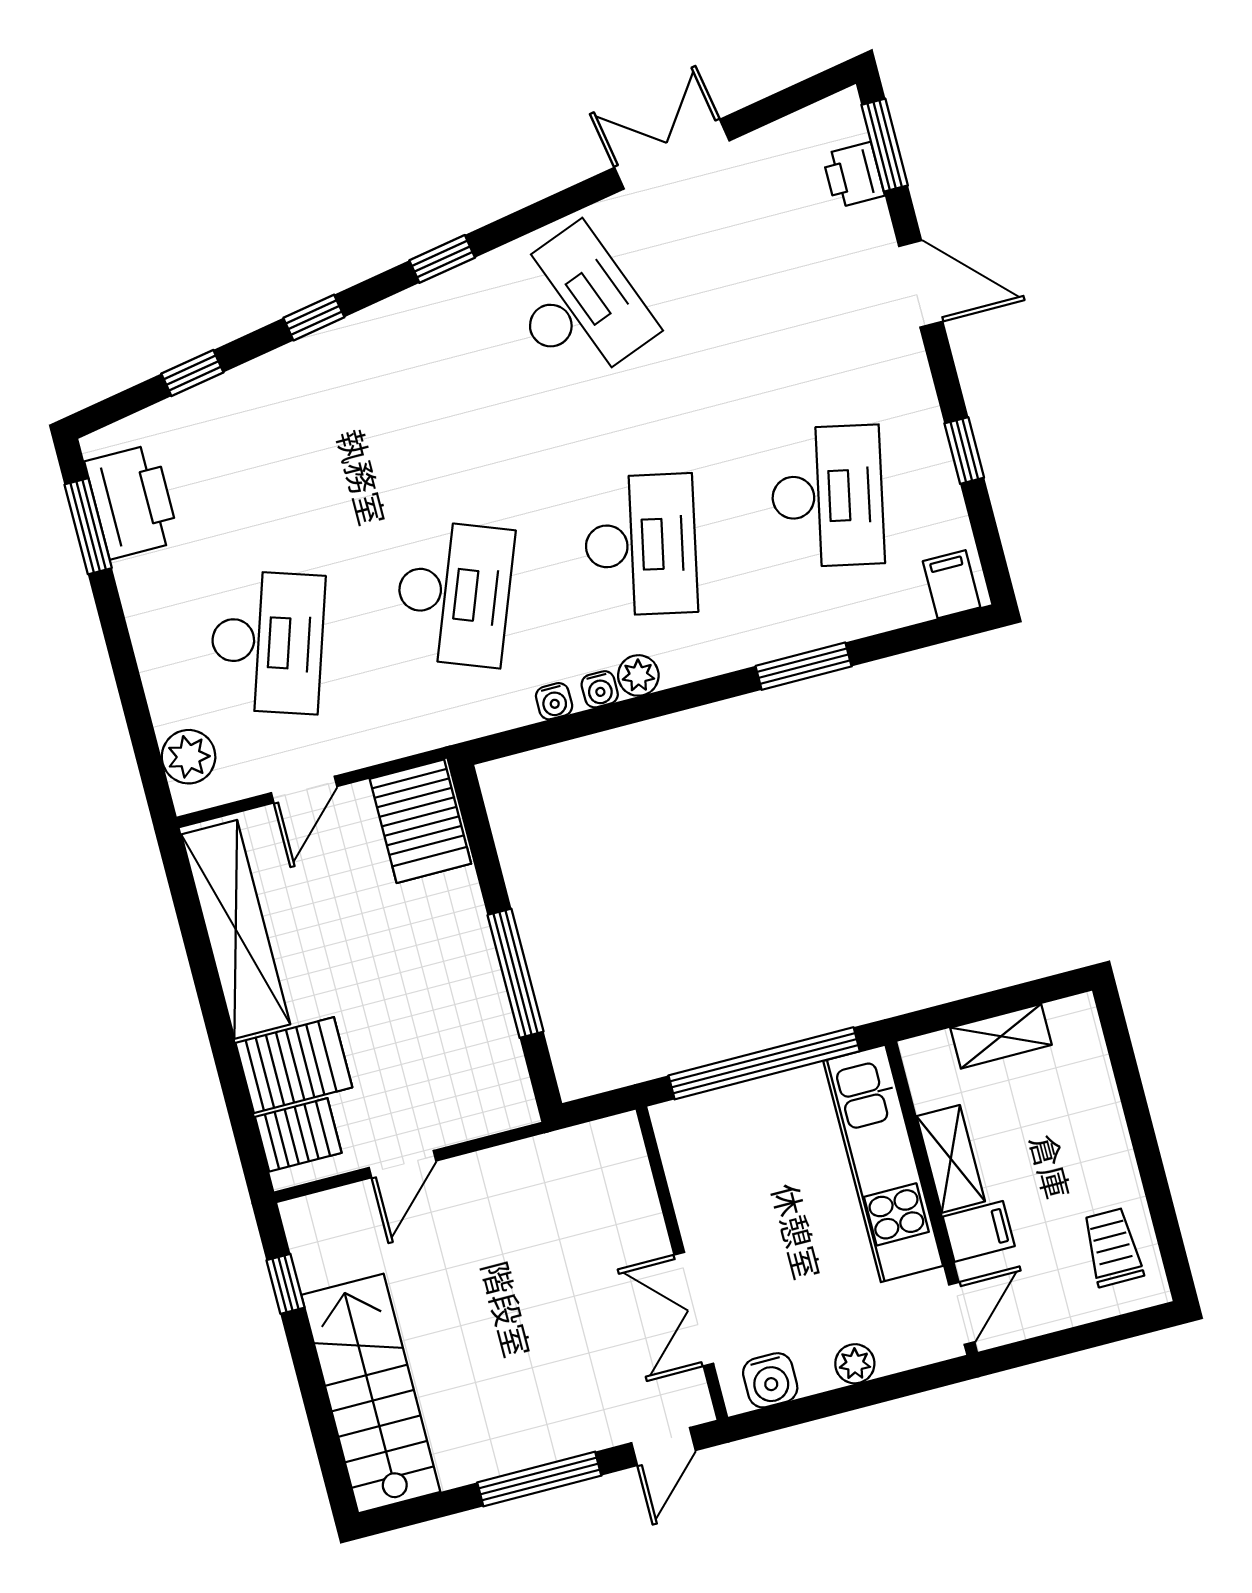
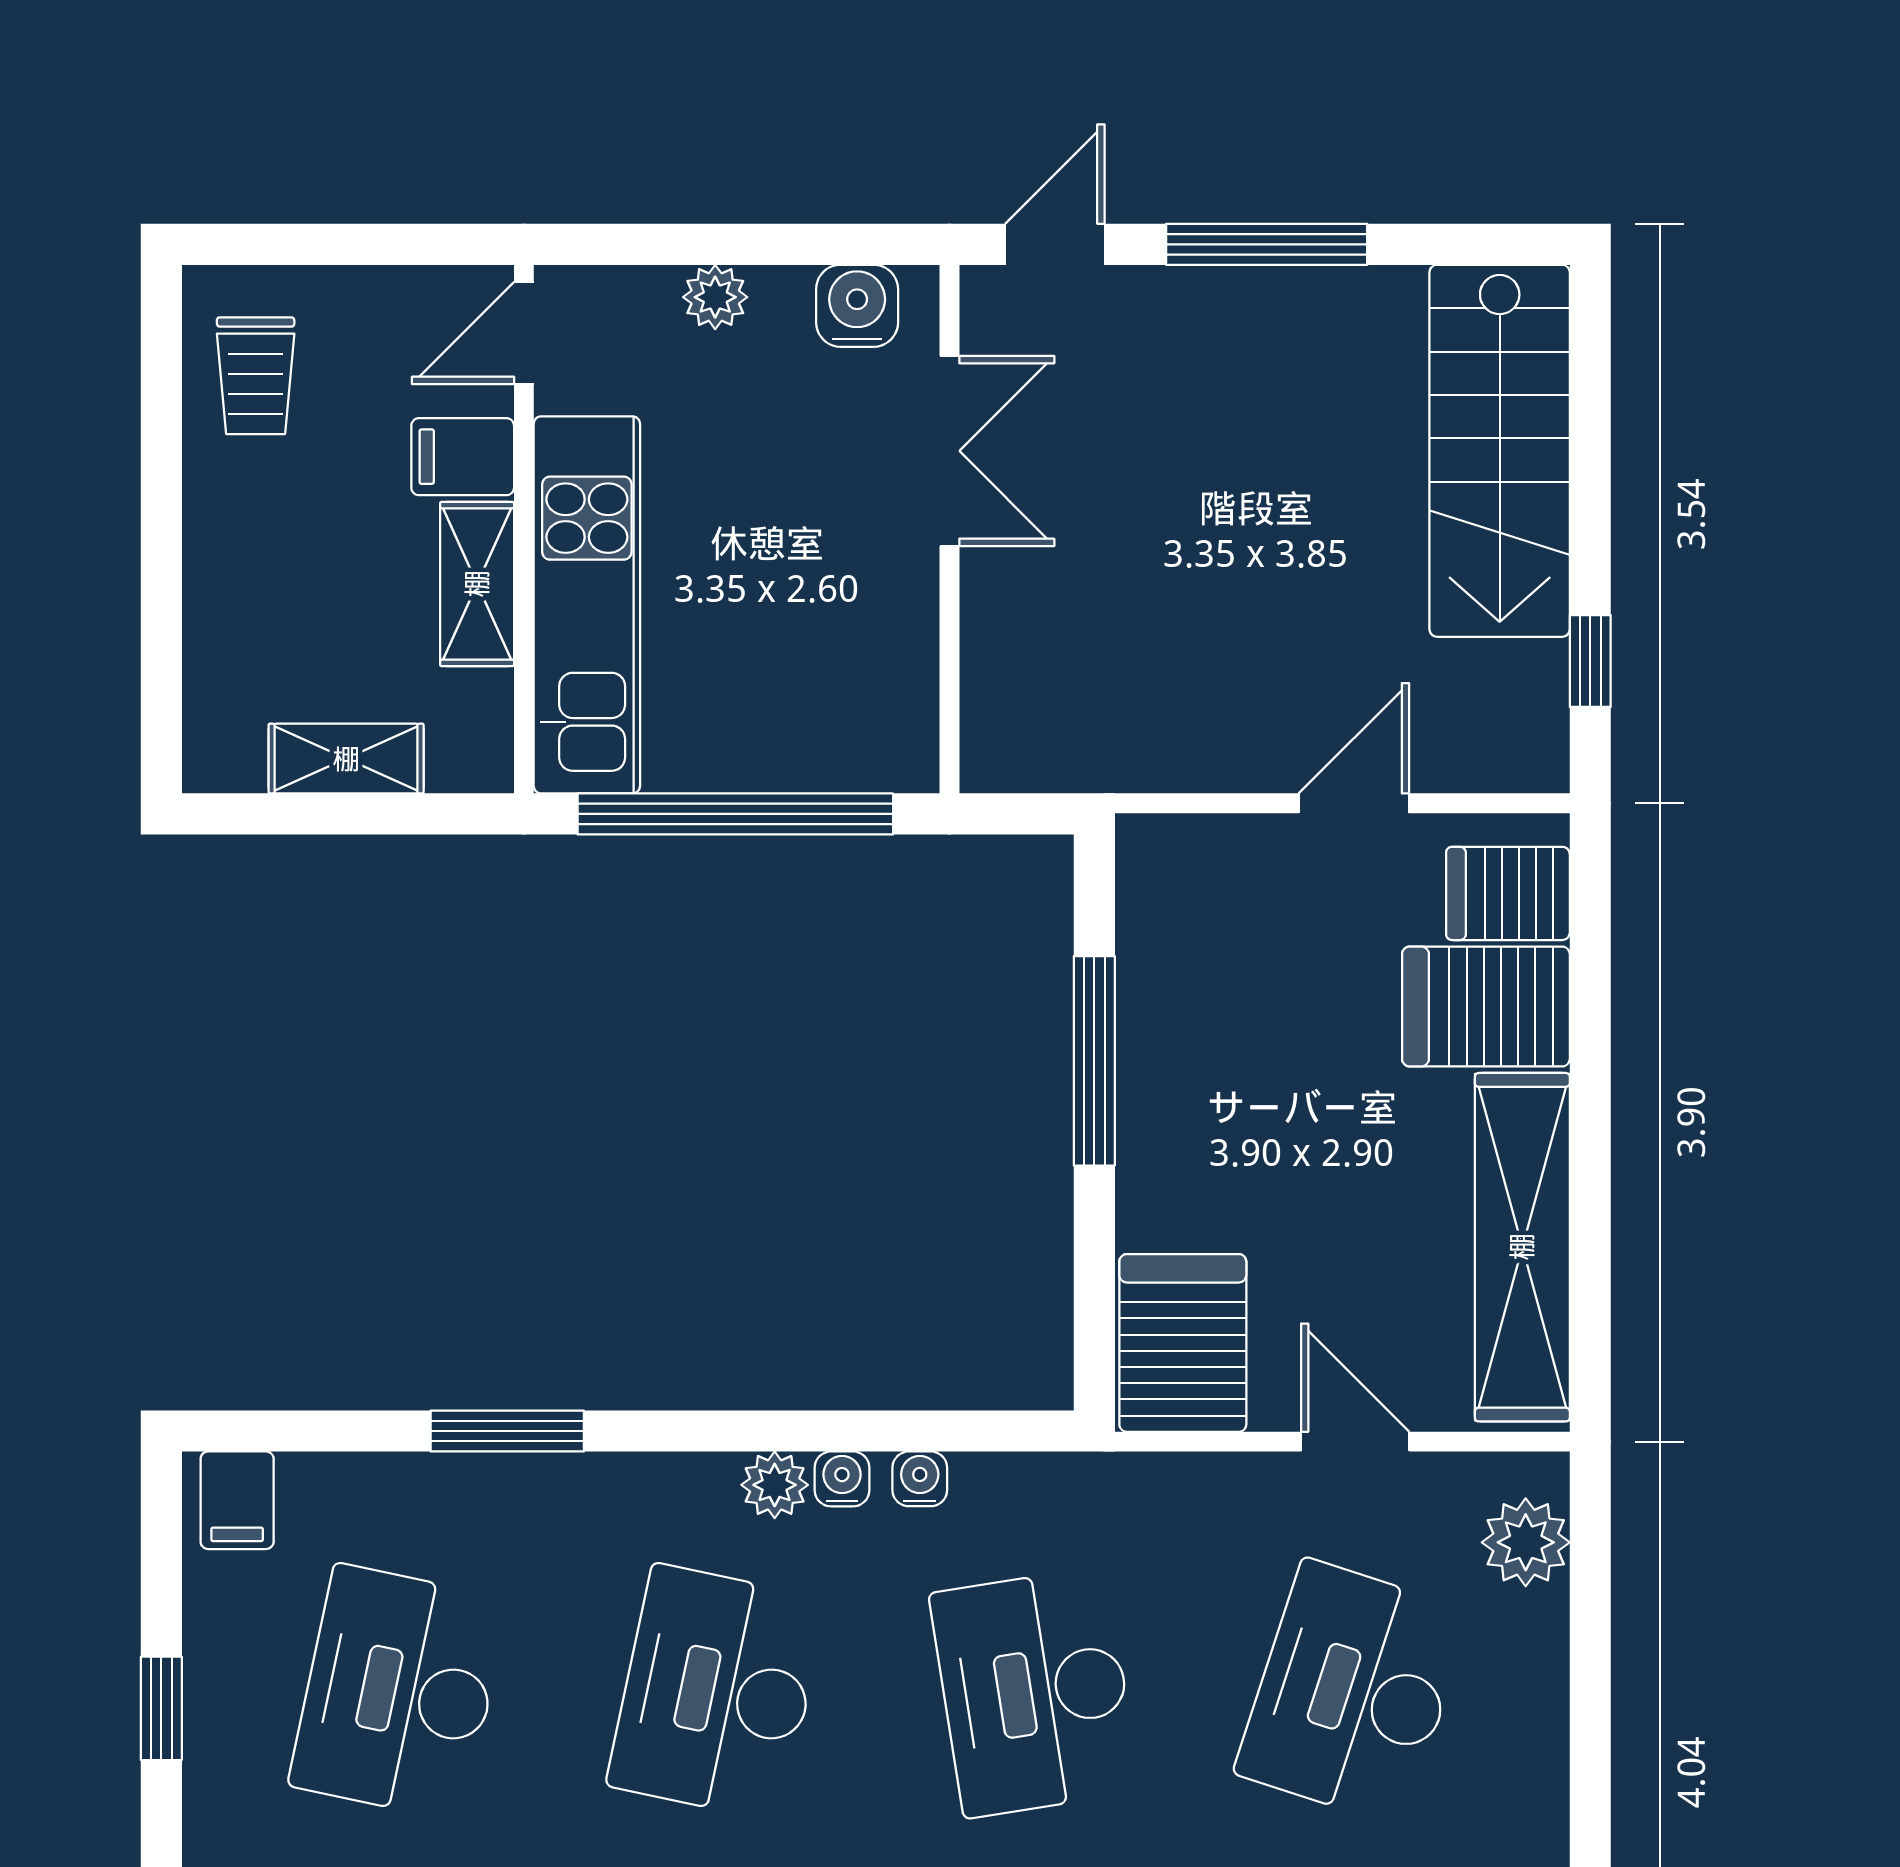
desk: (454, 593) -> (1035, 1692), turned -30
door: (304, 790) -> (1355, 1442), hinge flipped

